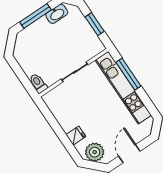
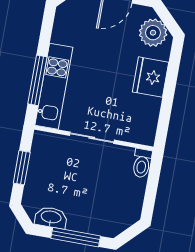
kitchen unit: (123, 88) -> (54, 86), width x0.73
fridge: (76, 136) -> (151, 77), width x1.88, depth x1.34

